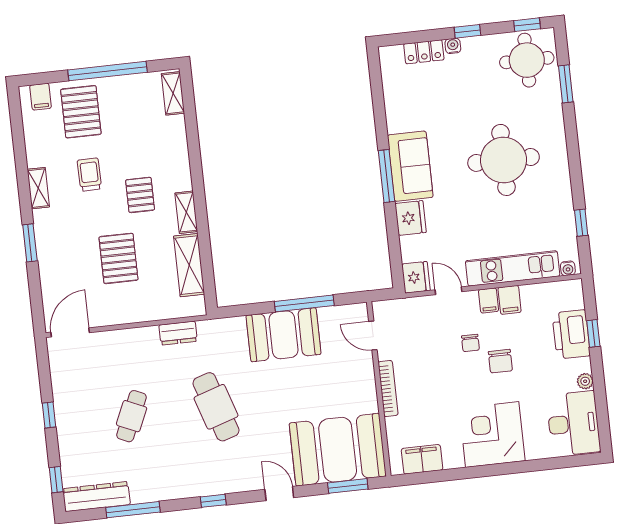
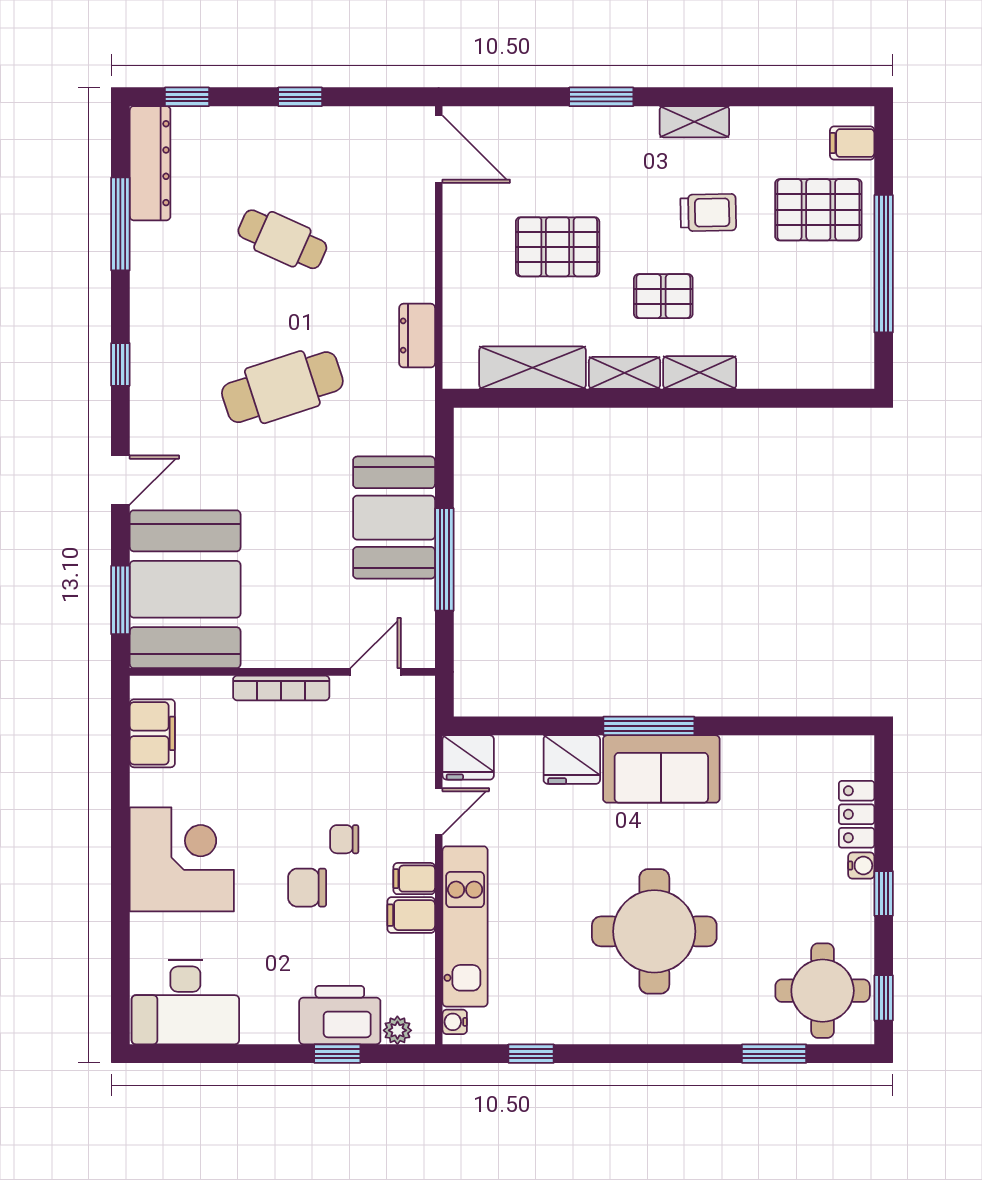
shelving: (173, 93) -> (700, 373), moved
plant: (585, 381) -> (397, 1030), moved

